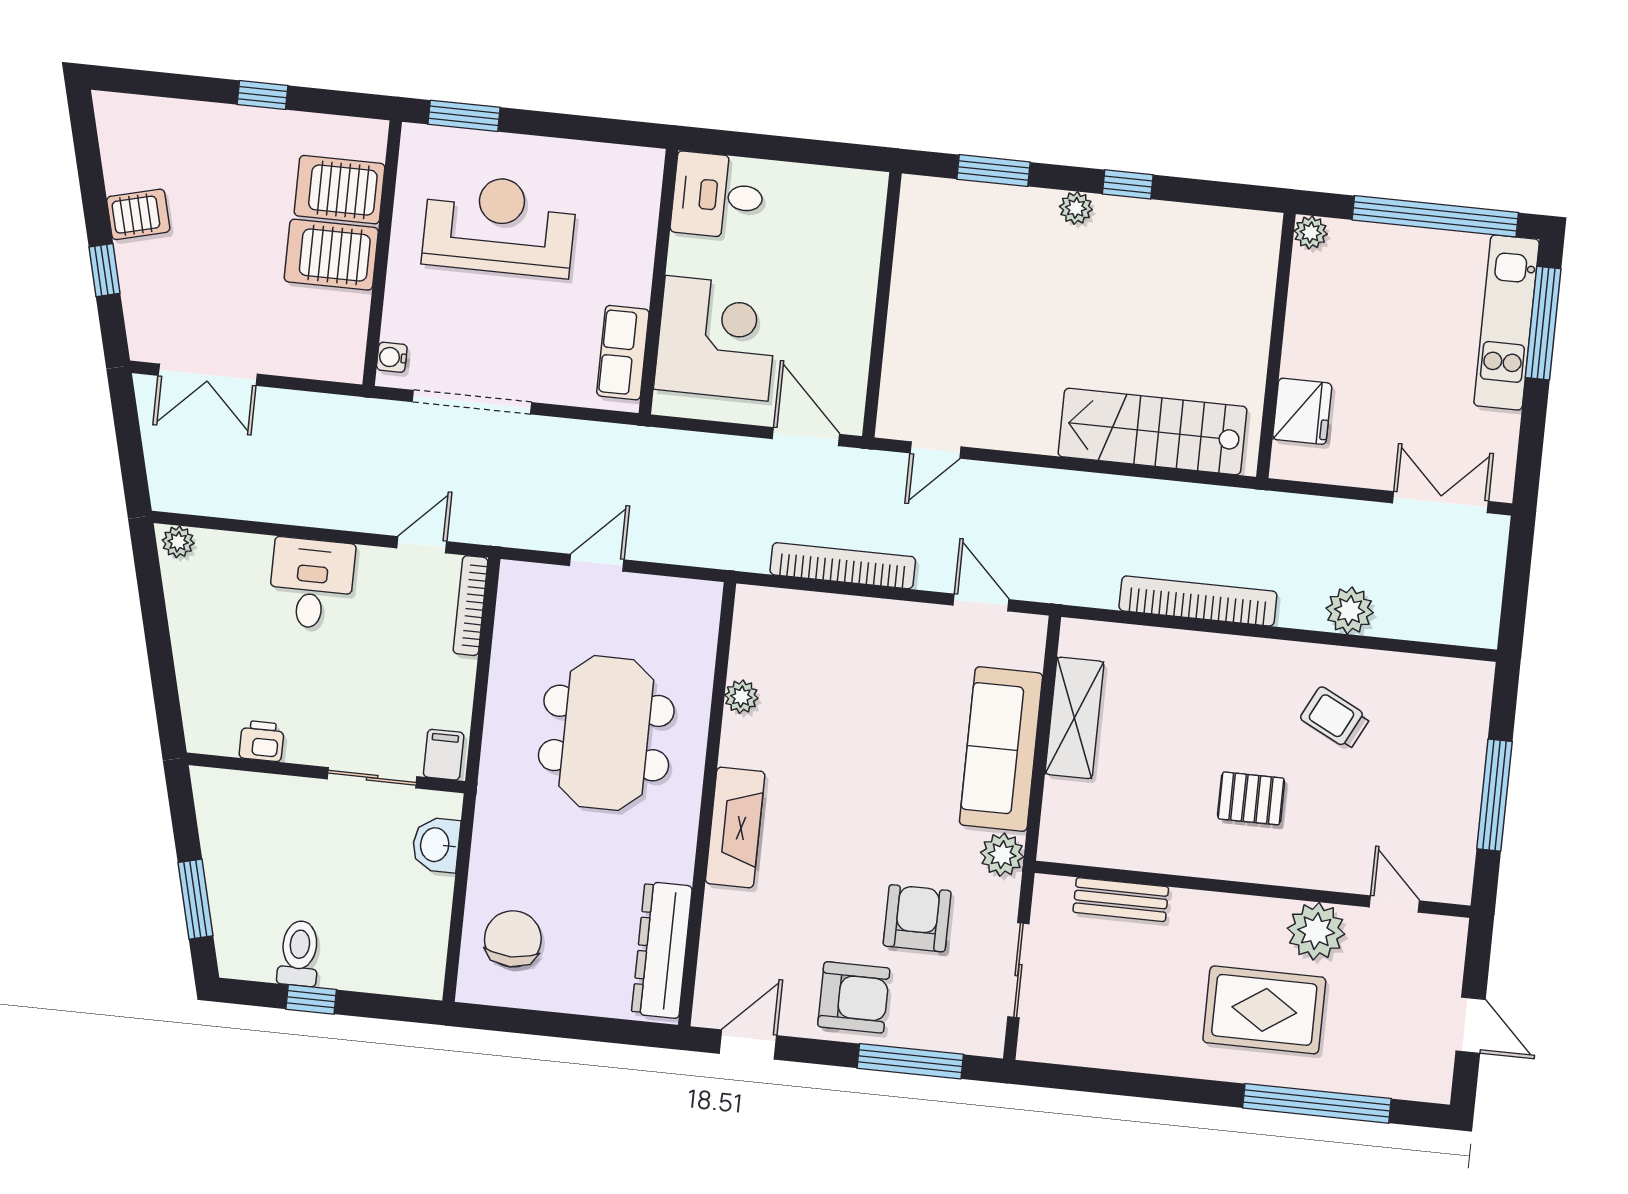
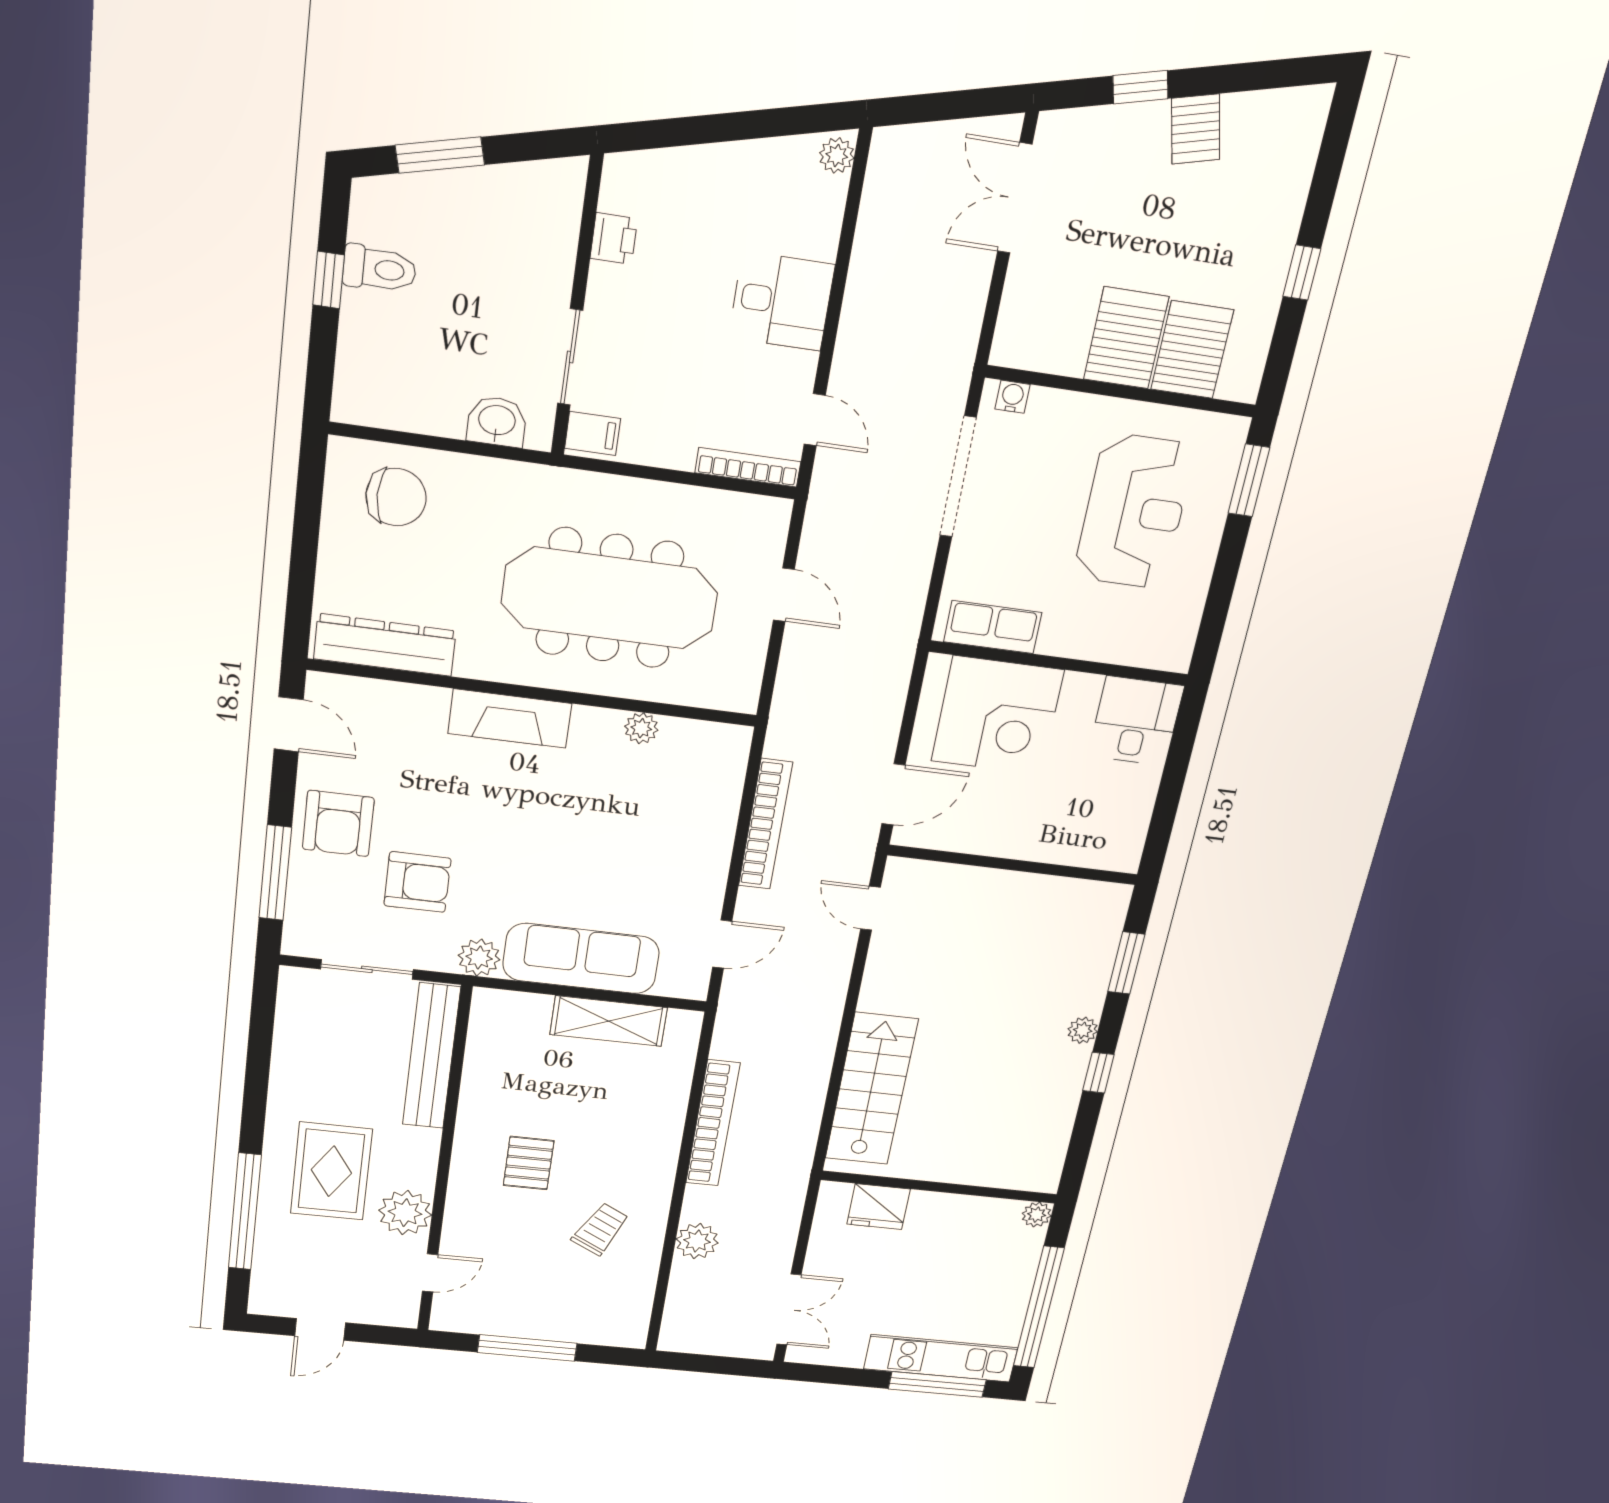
meeting table: (606, 733) -> (610, 598), width x1.36
bench: (1121, 900) -> (431, 1056), width x1.86, depth x1.21

